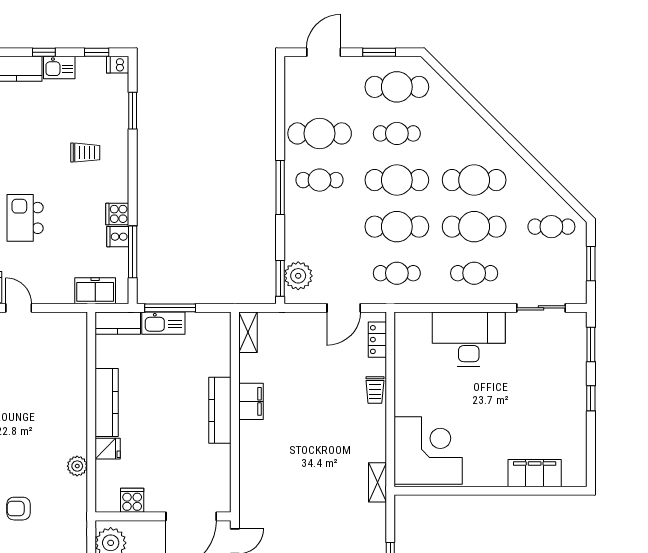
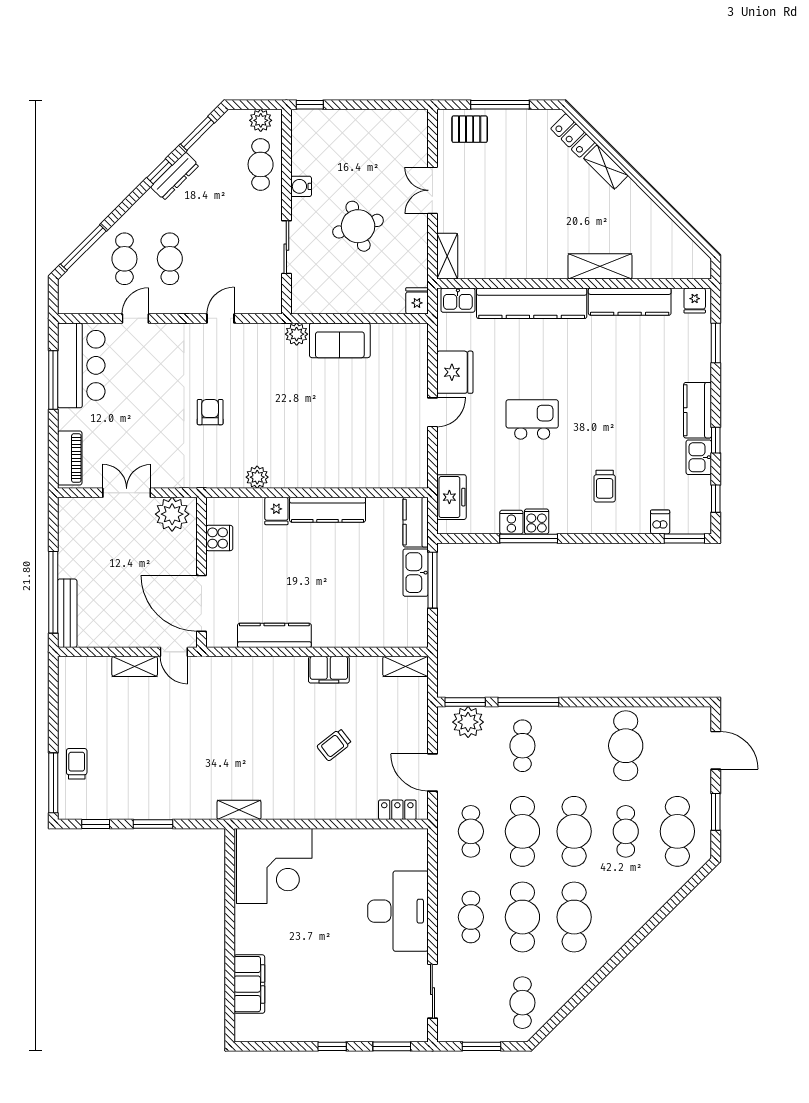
dishwasher: (118, 65) -> (660, 522), moved
window: (133, 111) -> (684, 539), moved
cafe table: (320, 180) -> (522, 746), moved
window: (280, 188) -> (528, 702), moved
window: (133, 252) -> (529, 539), moved
trolley: (375, 390) -> (334, 745), moved, turned -38
kitchen counter: (220, 410) -> (274, 635), moved

